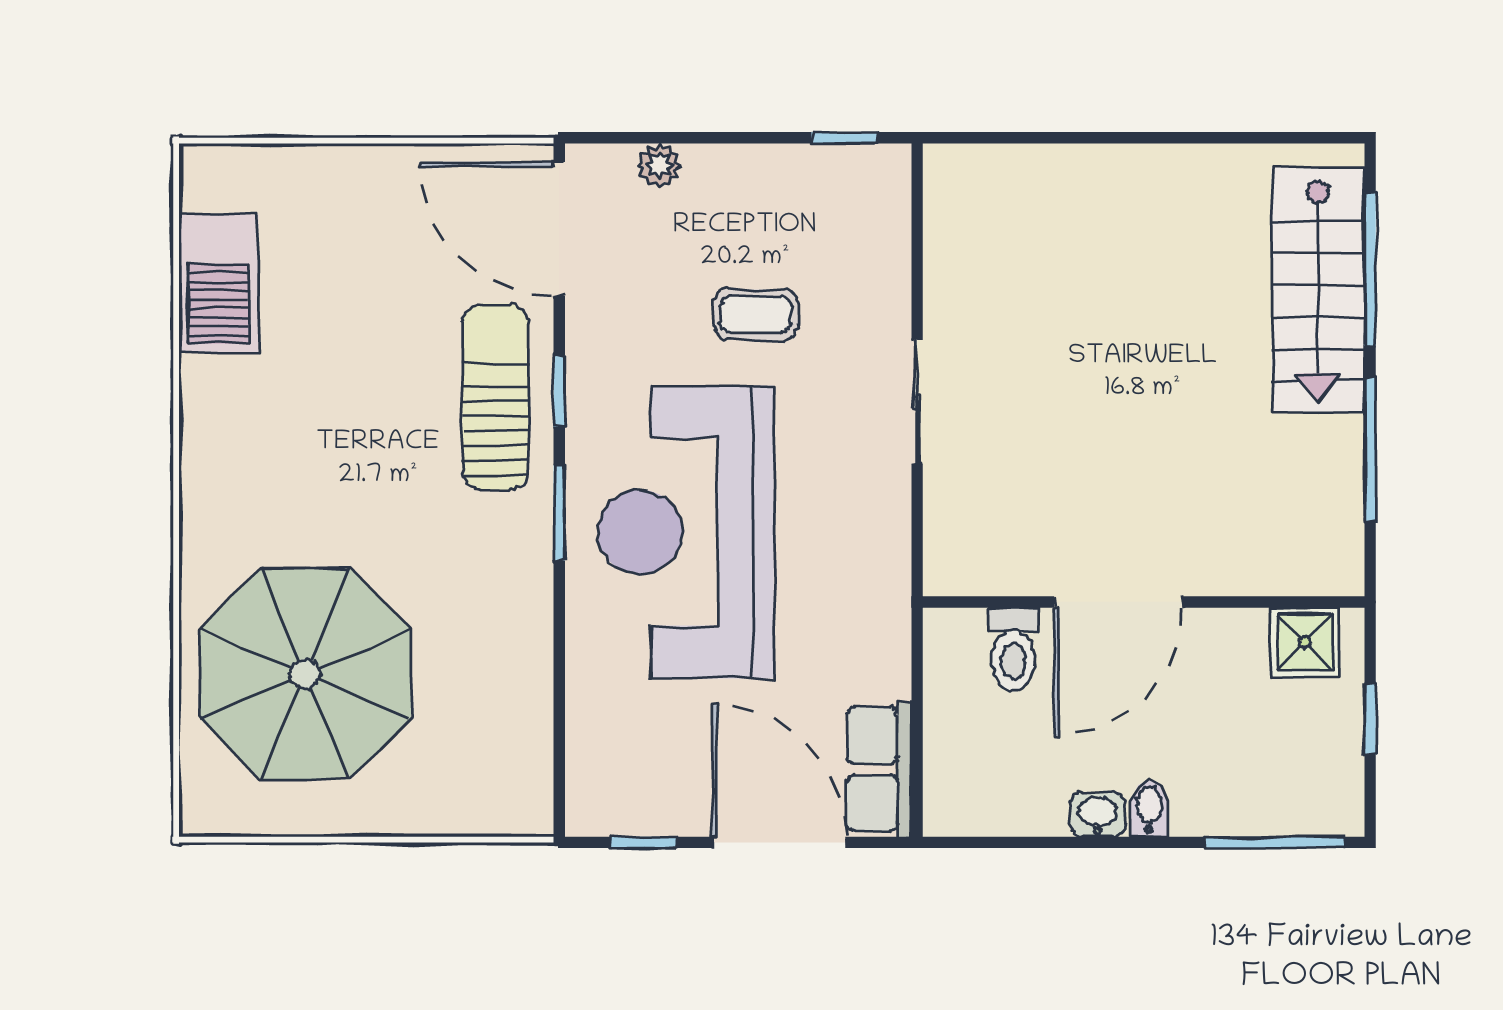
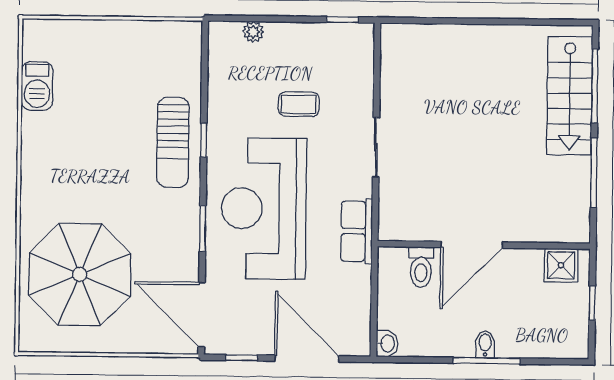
door: (559, 229) -> (202, 315), moved
barbecue: (219, 283) -> (37, 86), width x0.73, depth x0.83
sun lounger: (495, 397) -> (173, 142), turned 180
window: (559, 513) -> (203, 228), moved
row of seats: (879, 769) -> (357, 231), moved
washbasin: (1098, 814) -> (387, 343), moved, turned 90
window: (1275, 842) -> (487, 361), moved

